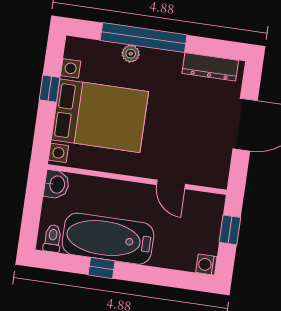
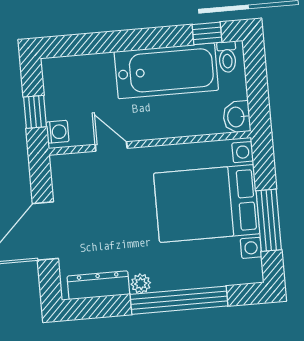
plant: (131, 54) -> (141, 284), moved
window: (50, 89) -> (269, 220), width x2.17
washing machine: (206, 265) -> (57, 132), moved
window: (102, 268) -> (207, 33), moved

